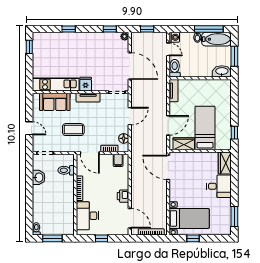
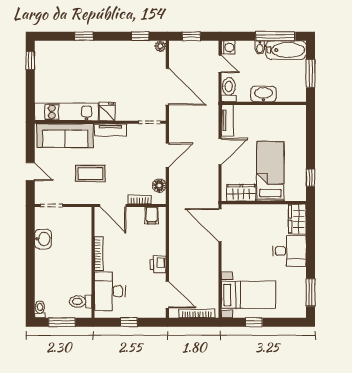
washbasin: (222, 71) -> (263, 94), moved
sofa: (55, 102) -> (65, 136), width x1.36
door: (168, 125) -> (220, 151), moved
toilet: (66, 170) -> (81, 301), moved

